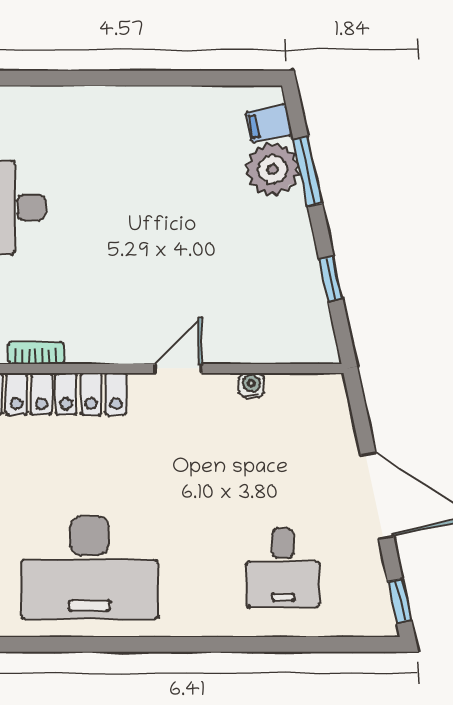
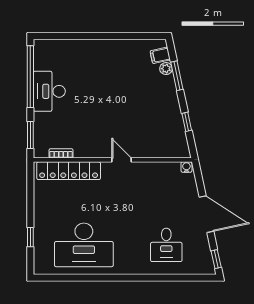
plant: (272, 169) -> (166, 69), width x0.53, depth x0.53
door: (178, 368) -> (122, 160), hinge flipped
water cooler: (251, 385) -> (186, 167), moved

